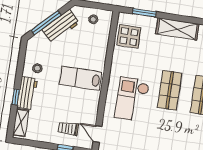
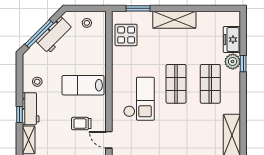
checkout: (132, 99) -> (139, 99), turned 180
trolley: (68, 128) -> (81, 124), moved

